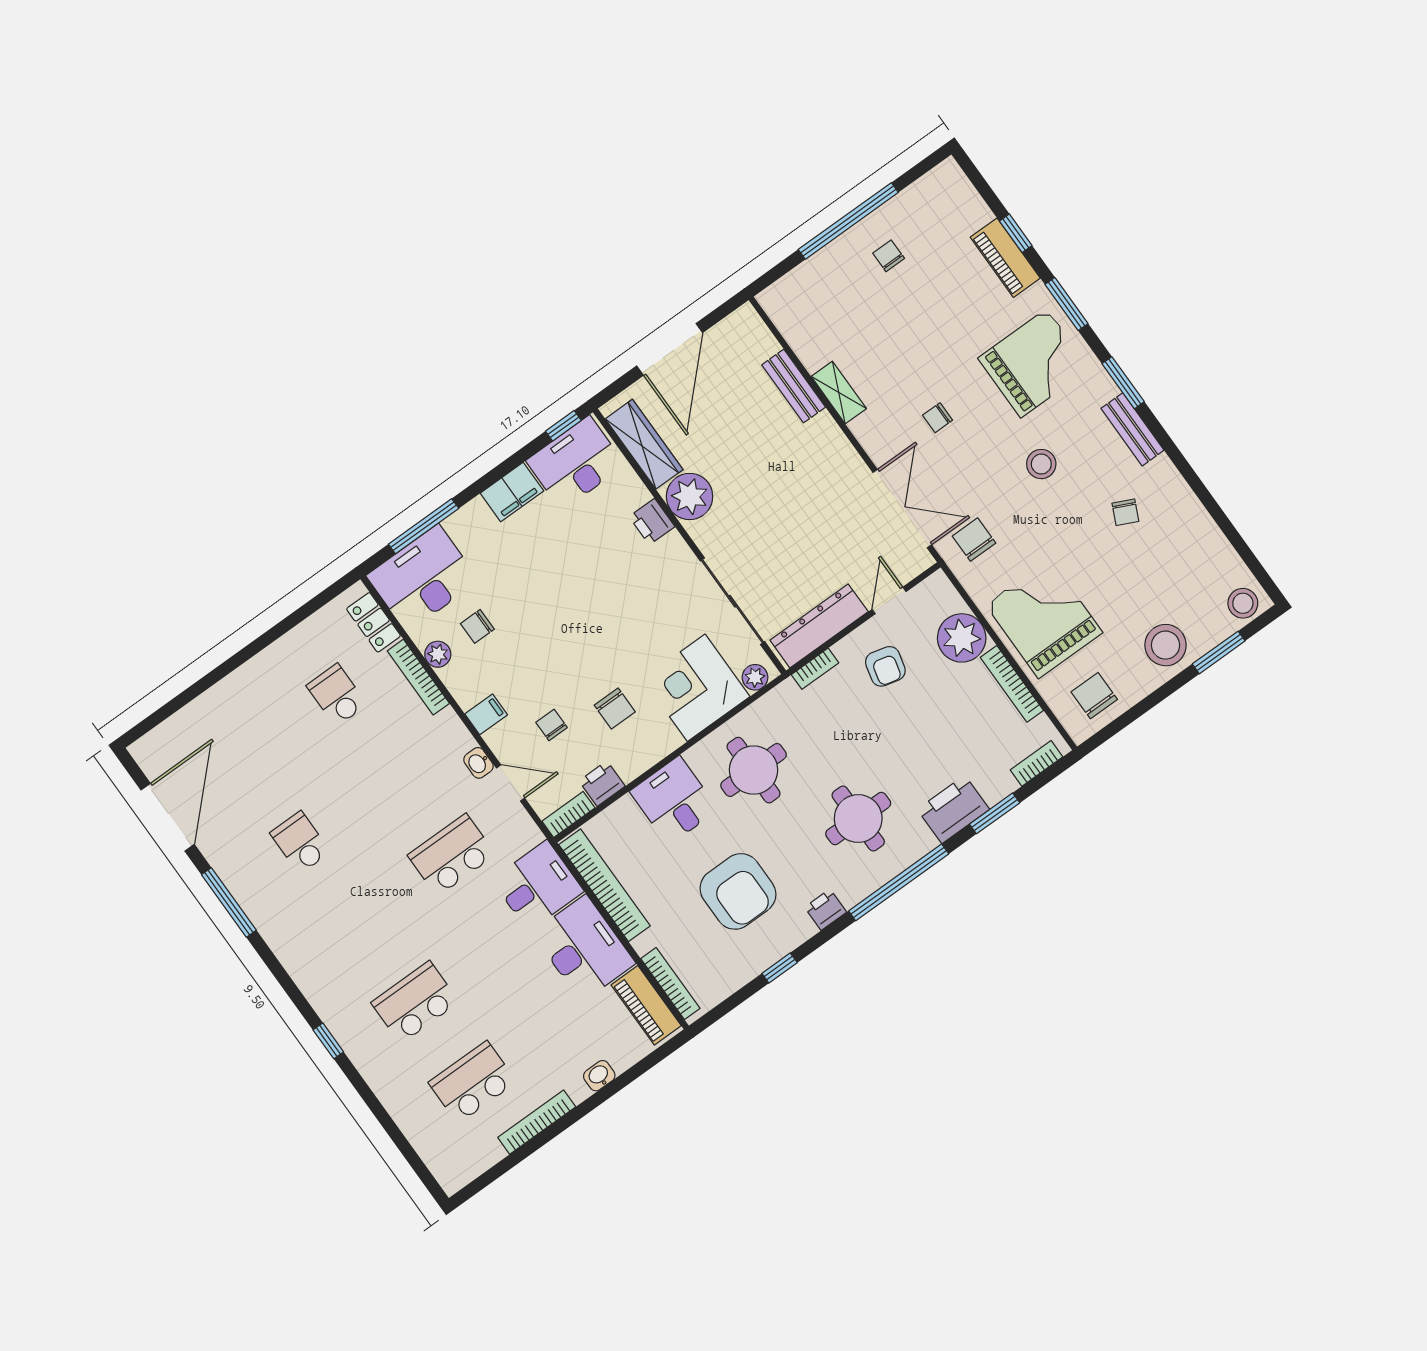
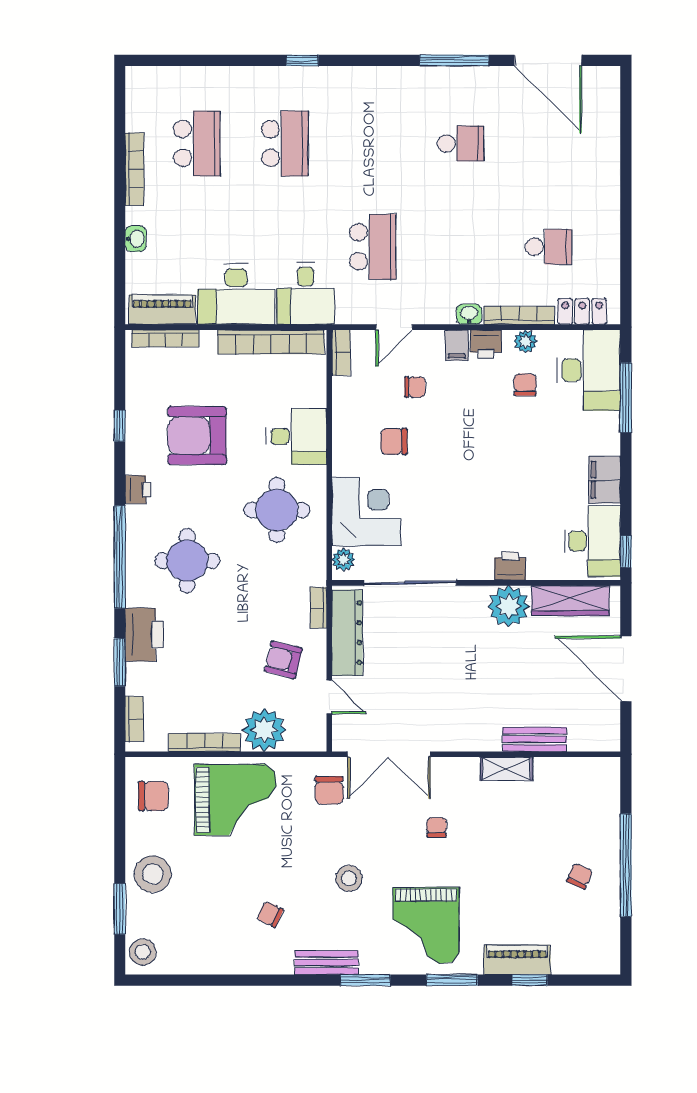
chair: (889, 256) -> (580, 876), turned -66
chair: (974, 540) -> (329, 790), turned 90
washbasin: (478, 763) -> (469, 314), moved
printer: (602, 784) -> (486, 344), moved, turned 90

